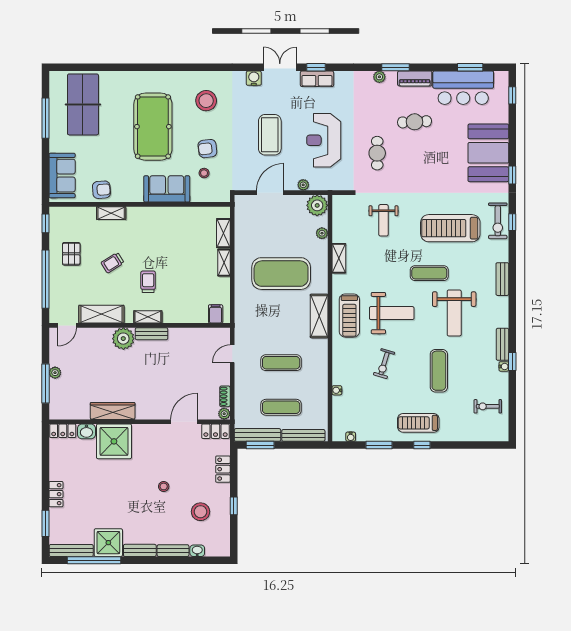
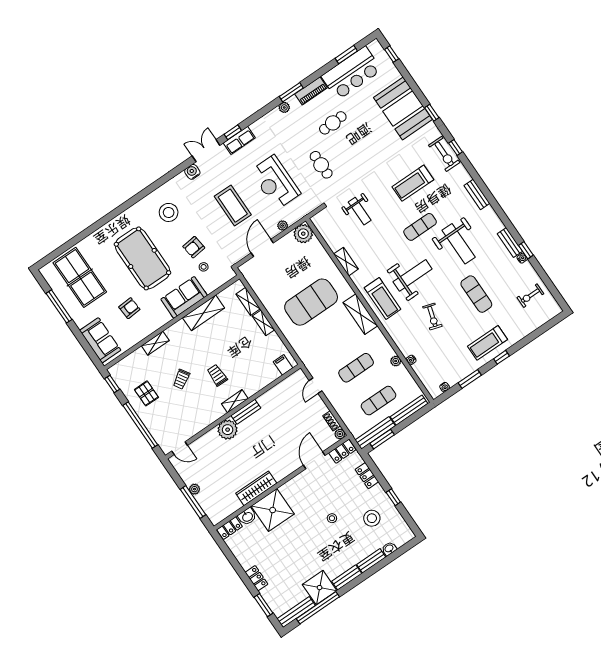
armchair: (101, 190) -> (129, 308), moved
treadmill: (450, 228) -> (413, 183), width x0.73, depth x0.73
plant: (322, 233) -> (396, 361), moved
shelving: (101, 314) -> (204, 313), moved
door: (67, 325) -> (180, 448), hinge flipped

